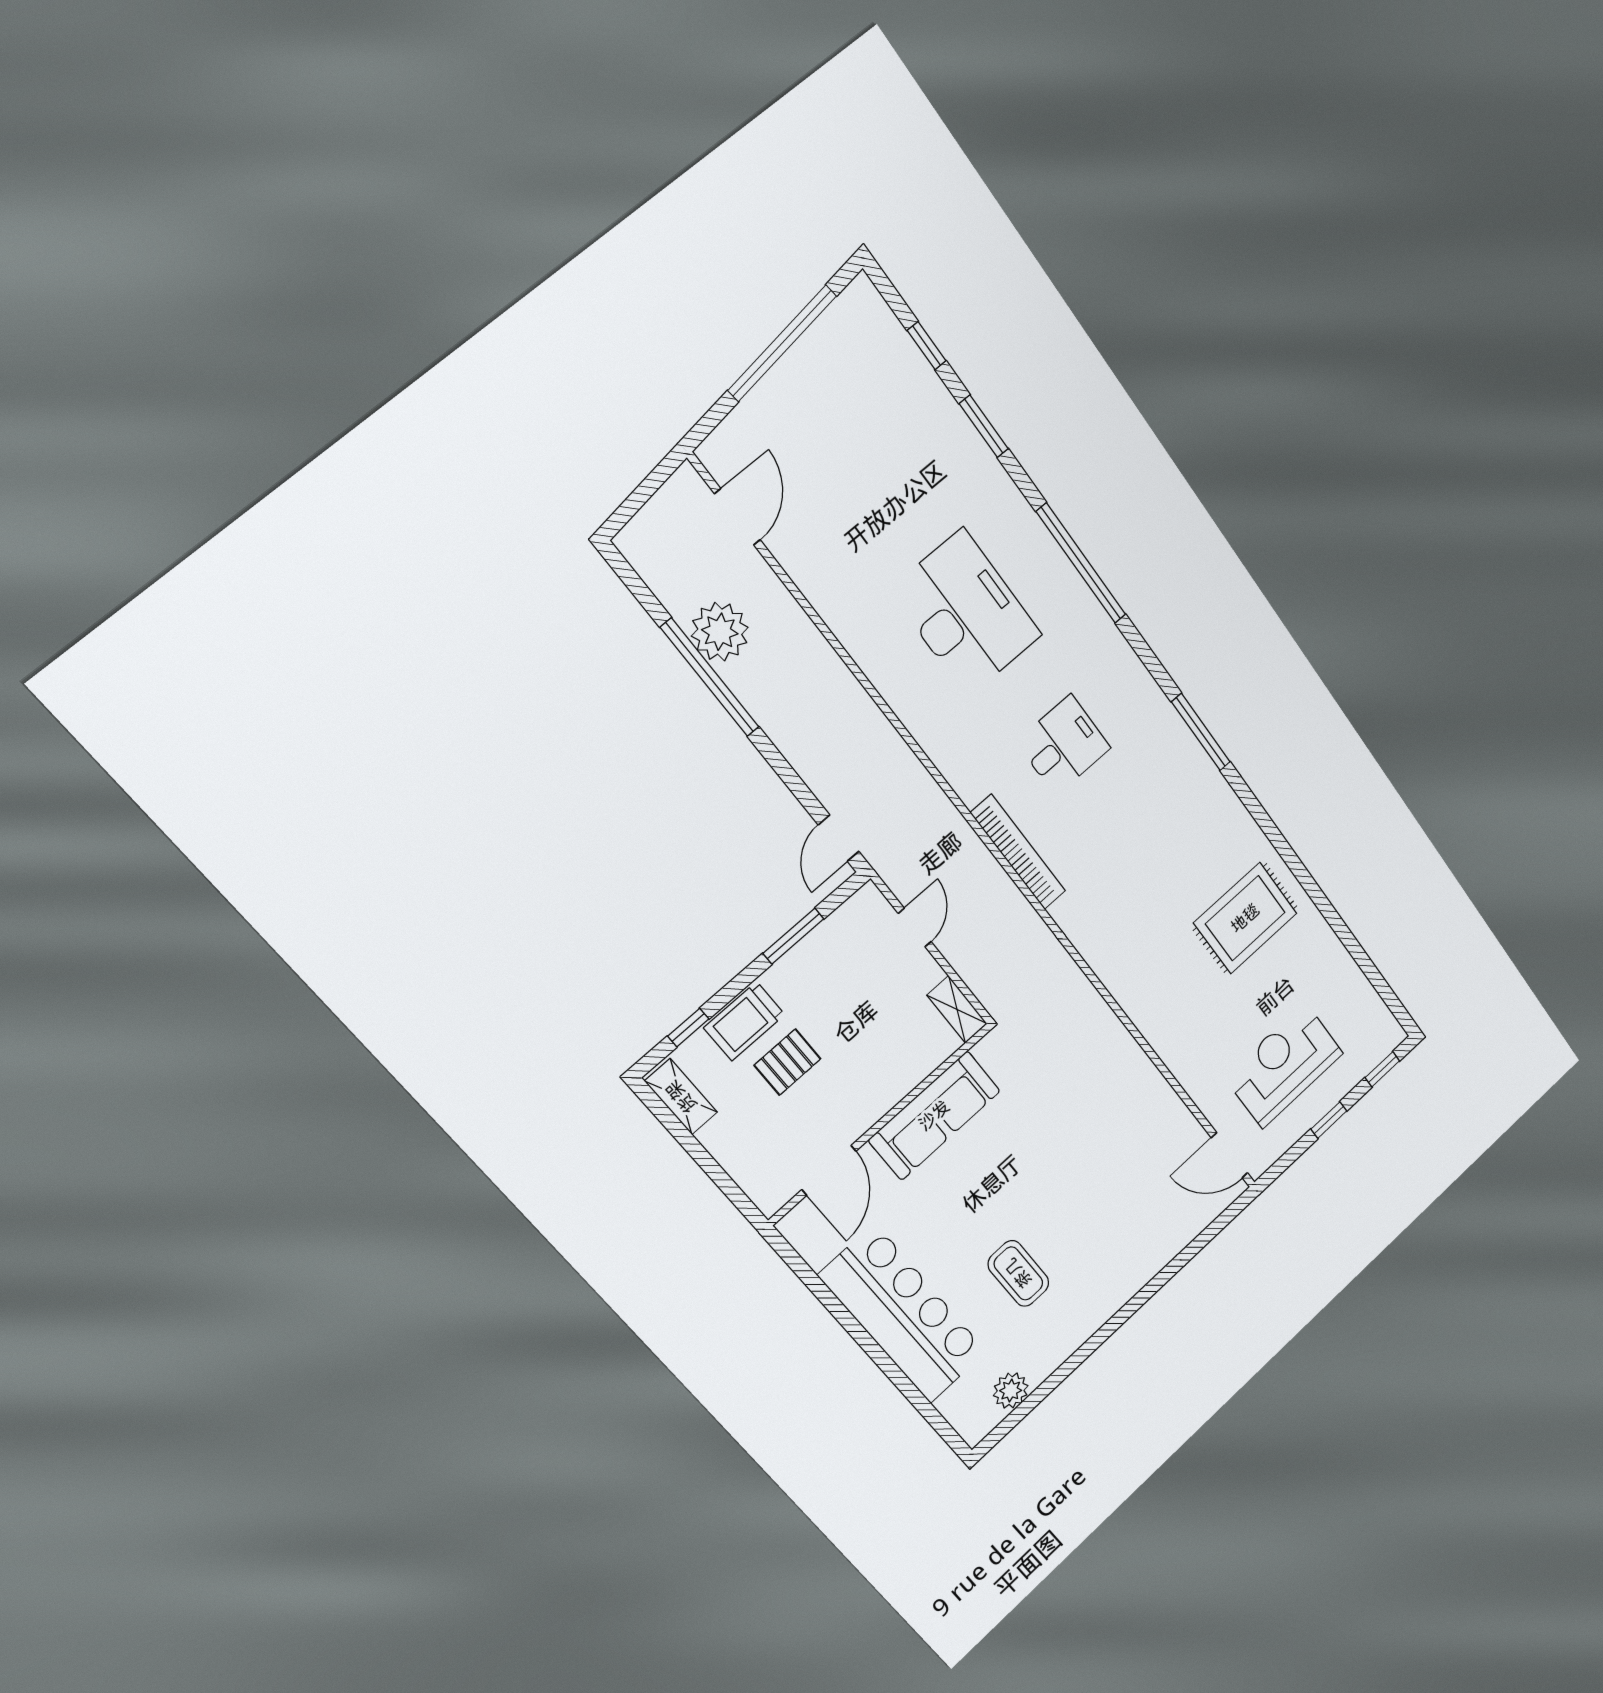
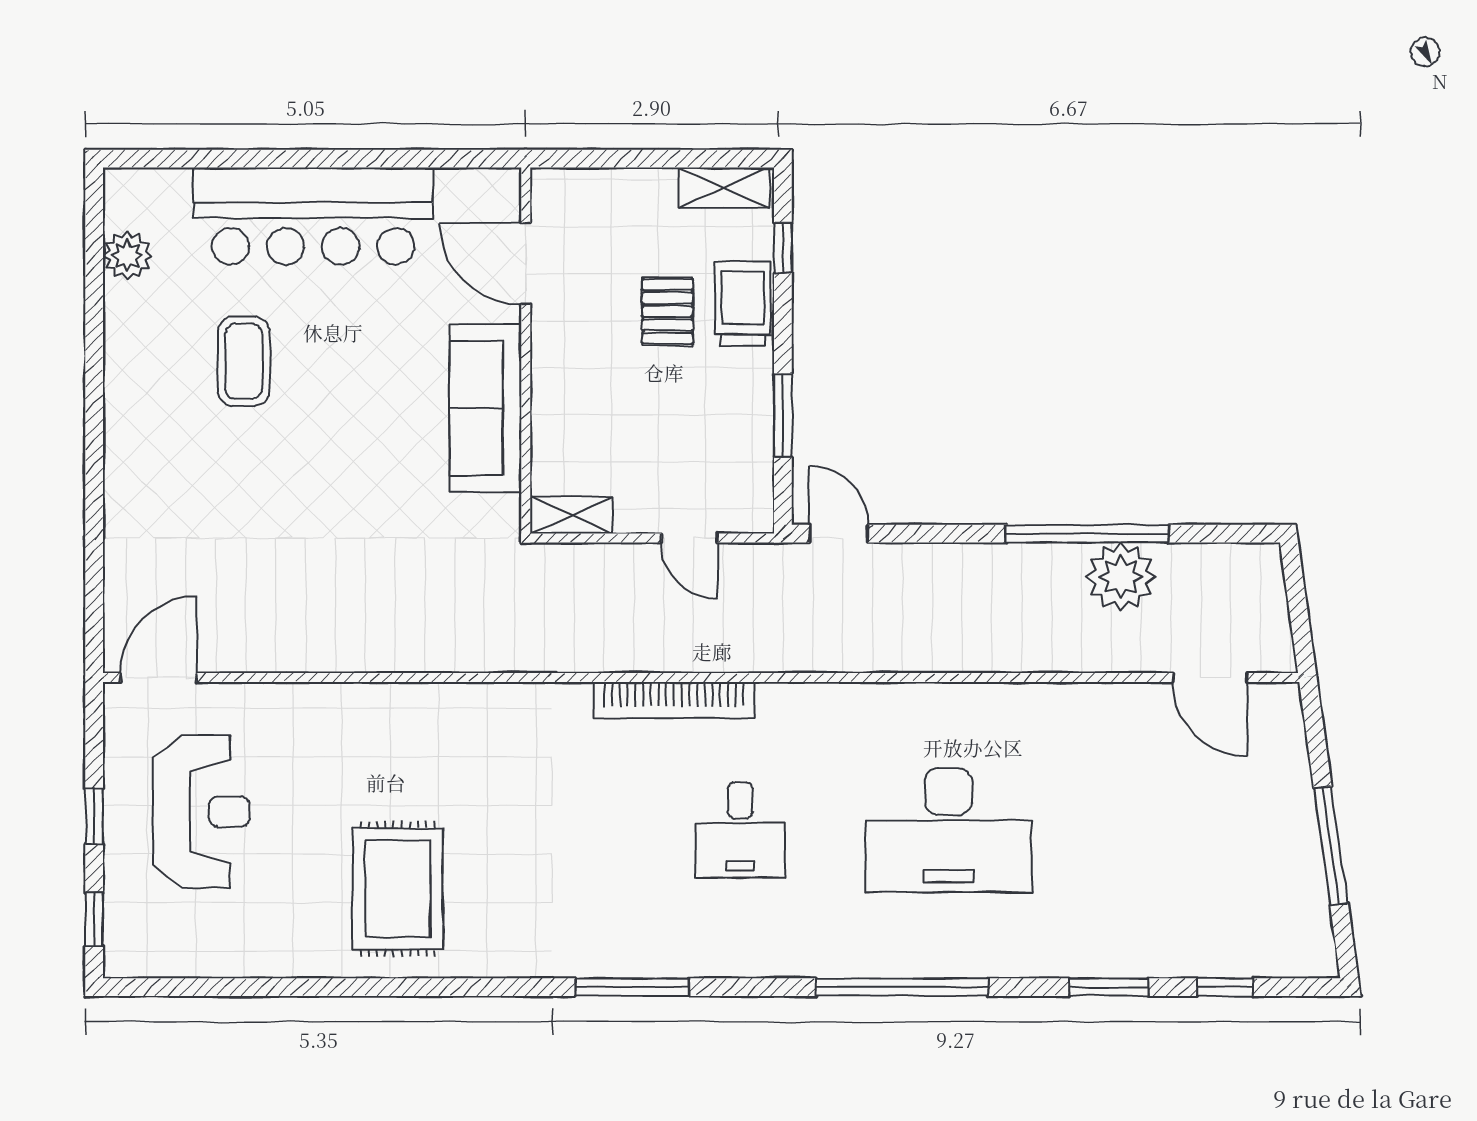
window: (782, 343) -> (1331, 846), width x0.68
coffee table: (1018, 1273) -> (244, 361), turned 90

